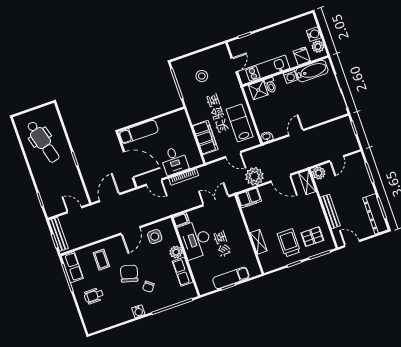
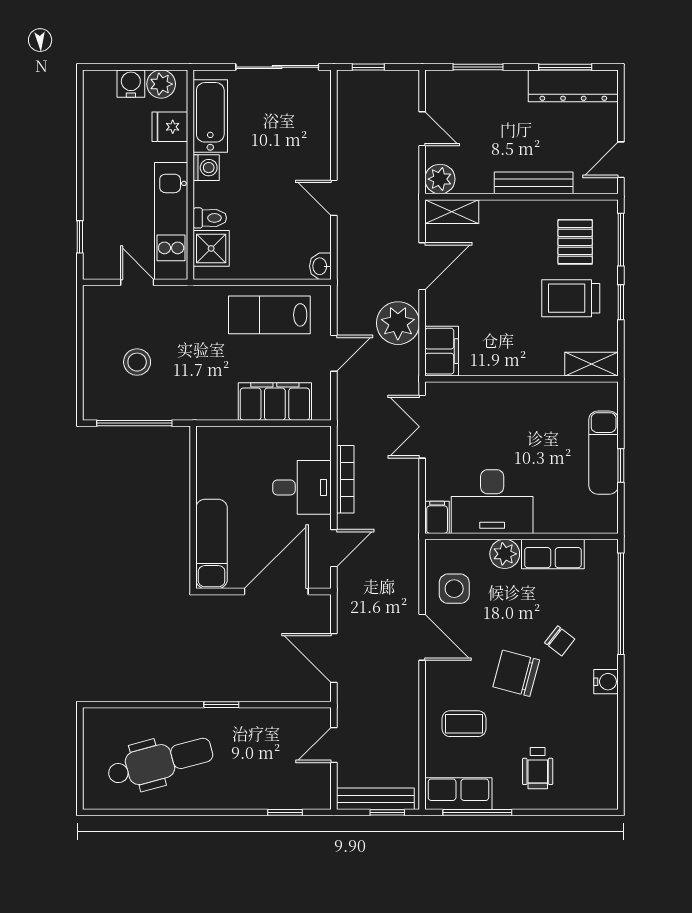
shelving: (259, 242) -> (592, 364), moved

